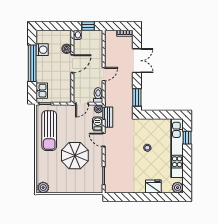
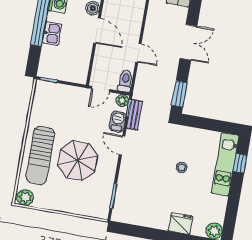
door: (72, 64) -> (97, 31), hinge flipped
door: (104, 74) -> (138, 53), hinge flipped
kitchen sink: (42, 91) -> (52, 33), moved
sun lounger: (49, 131) -> (40, 155), moved
kitchen unit: (177, 148) -> (225, 164), width x0.73

